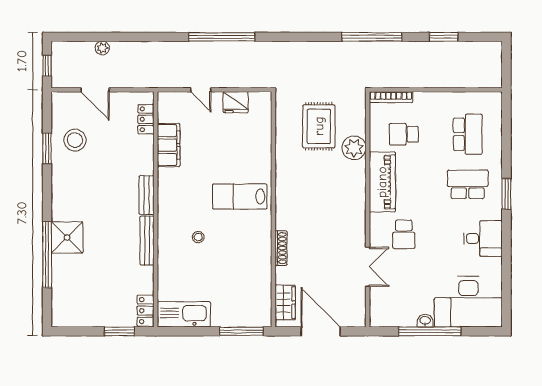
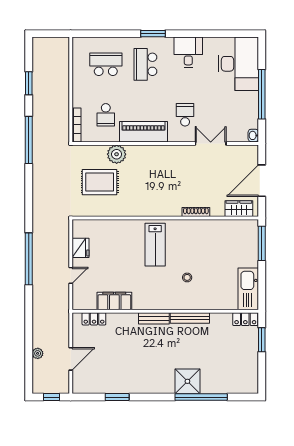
stool: (75, 140) -> (110, 375), removed
school desk: (404, 234) -> (185, 115), turned -90
washbasin: (425, 321) -> (253, 135), moved

